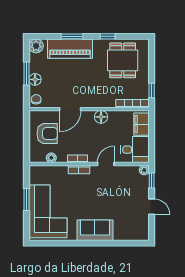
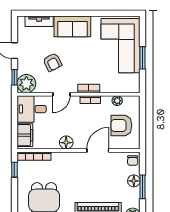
plant: (144, 170) -> (26, 84), width x1.88, depth x1.88
armchair: (114, 195) -> (52, 62), added
tv unit: (128, 235) -> (39, 21), added

